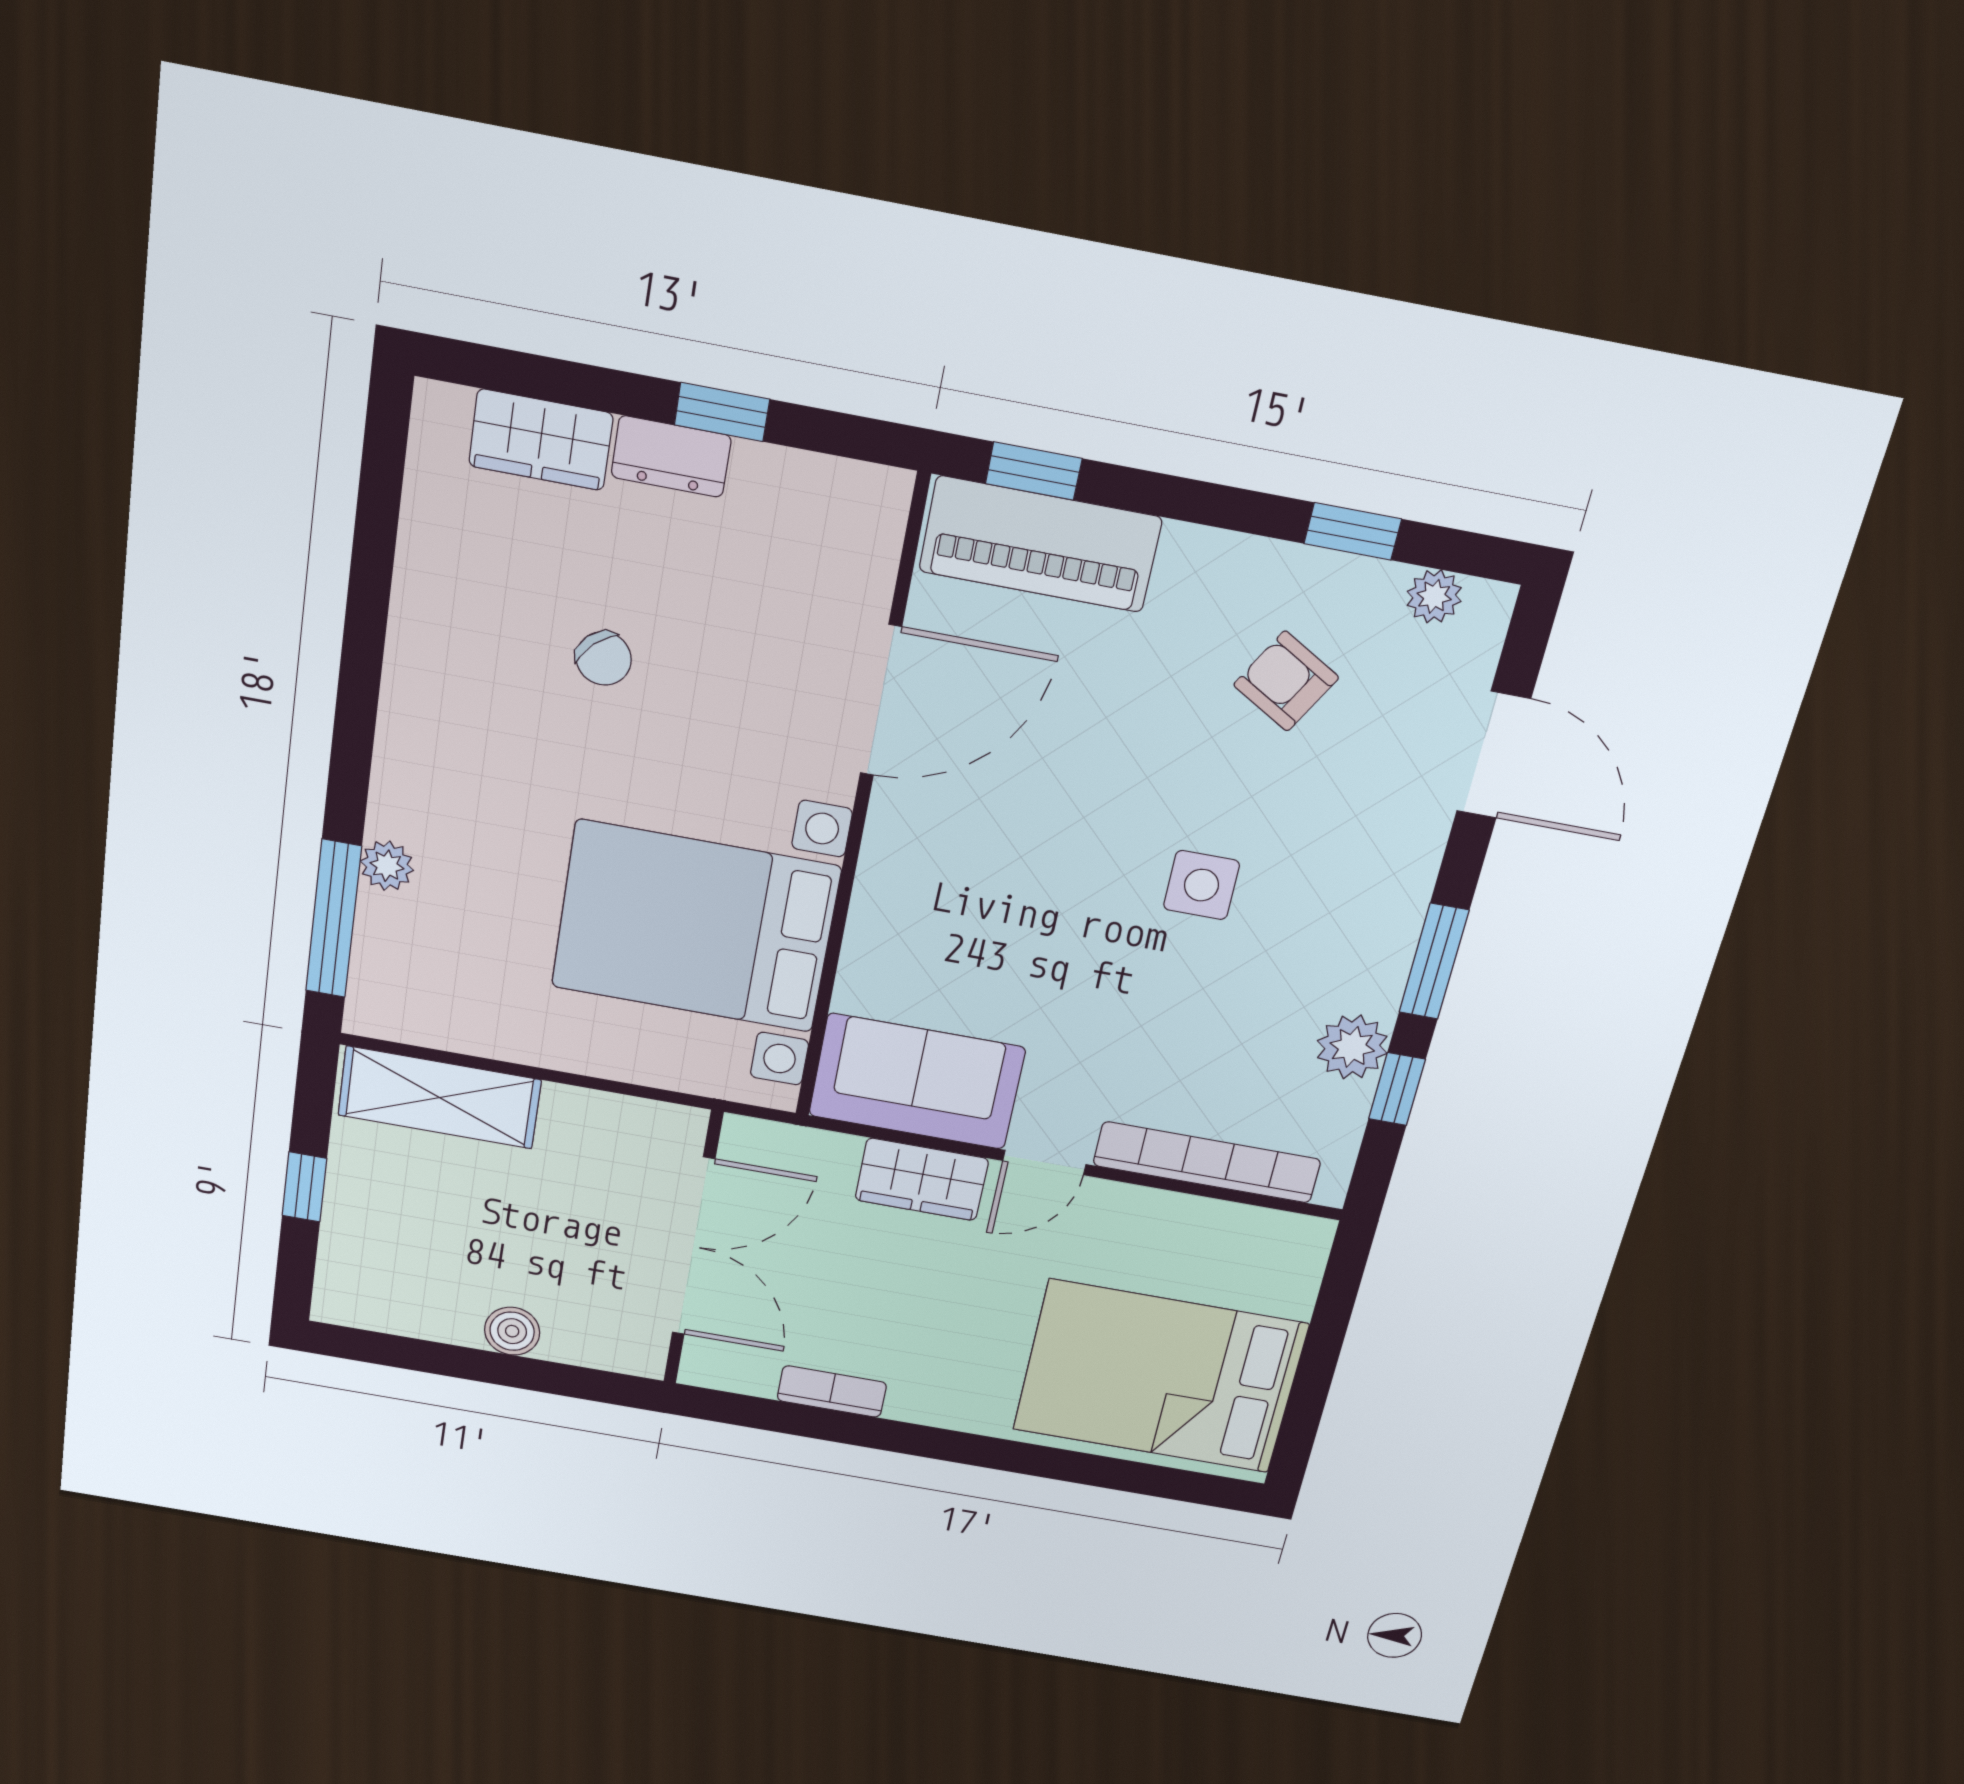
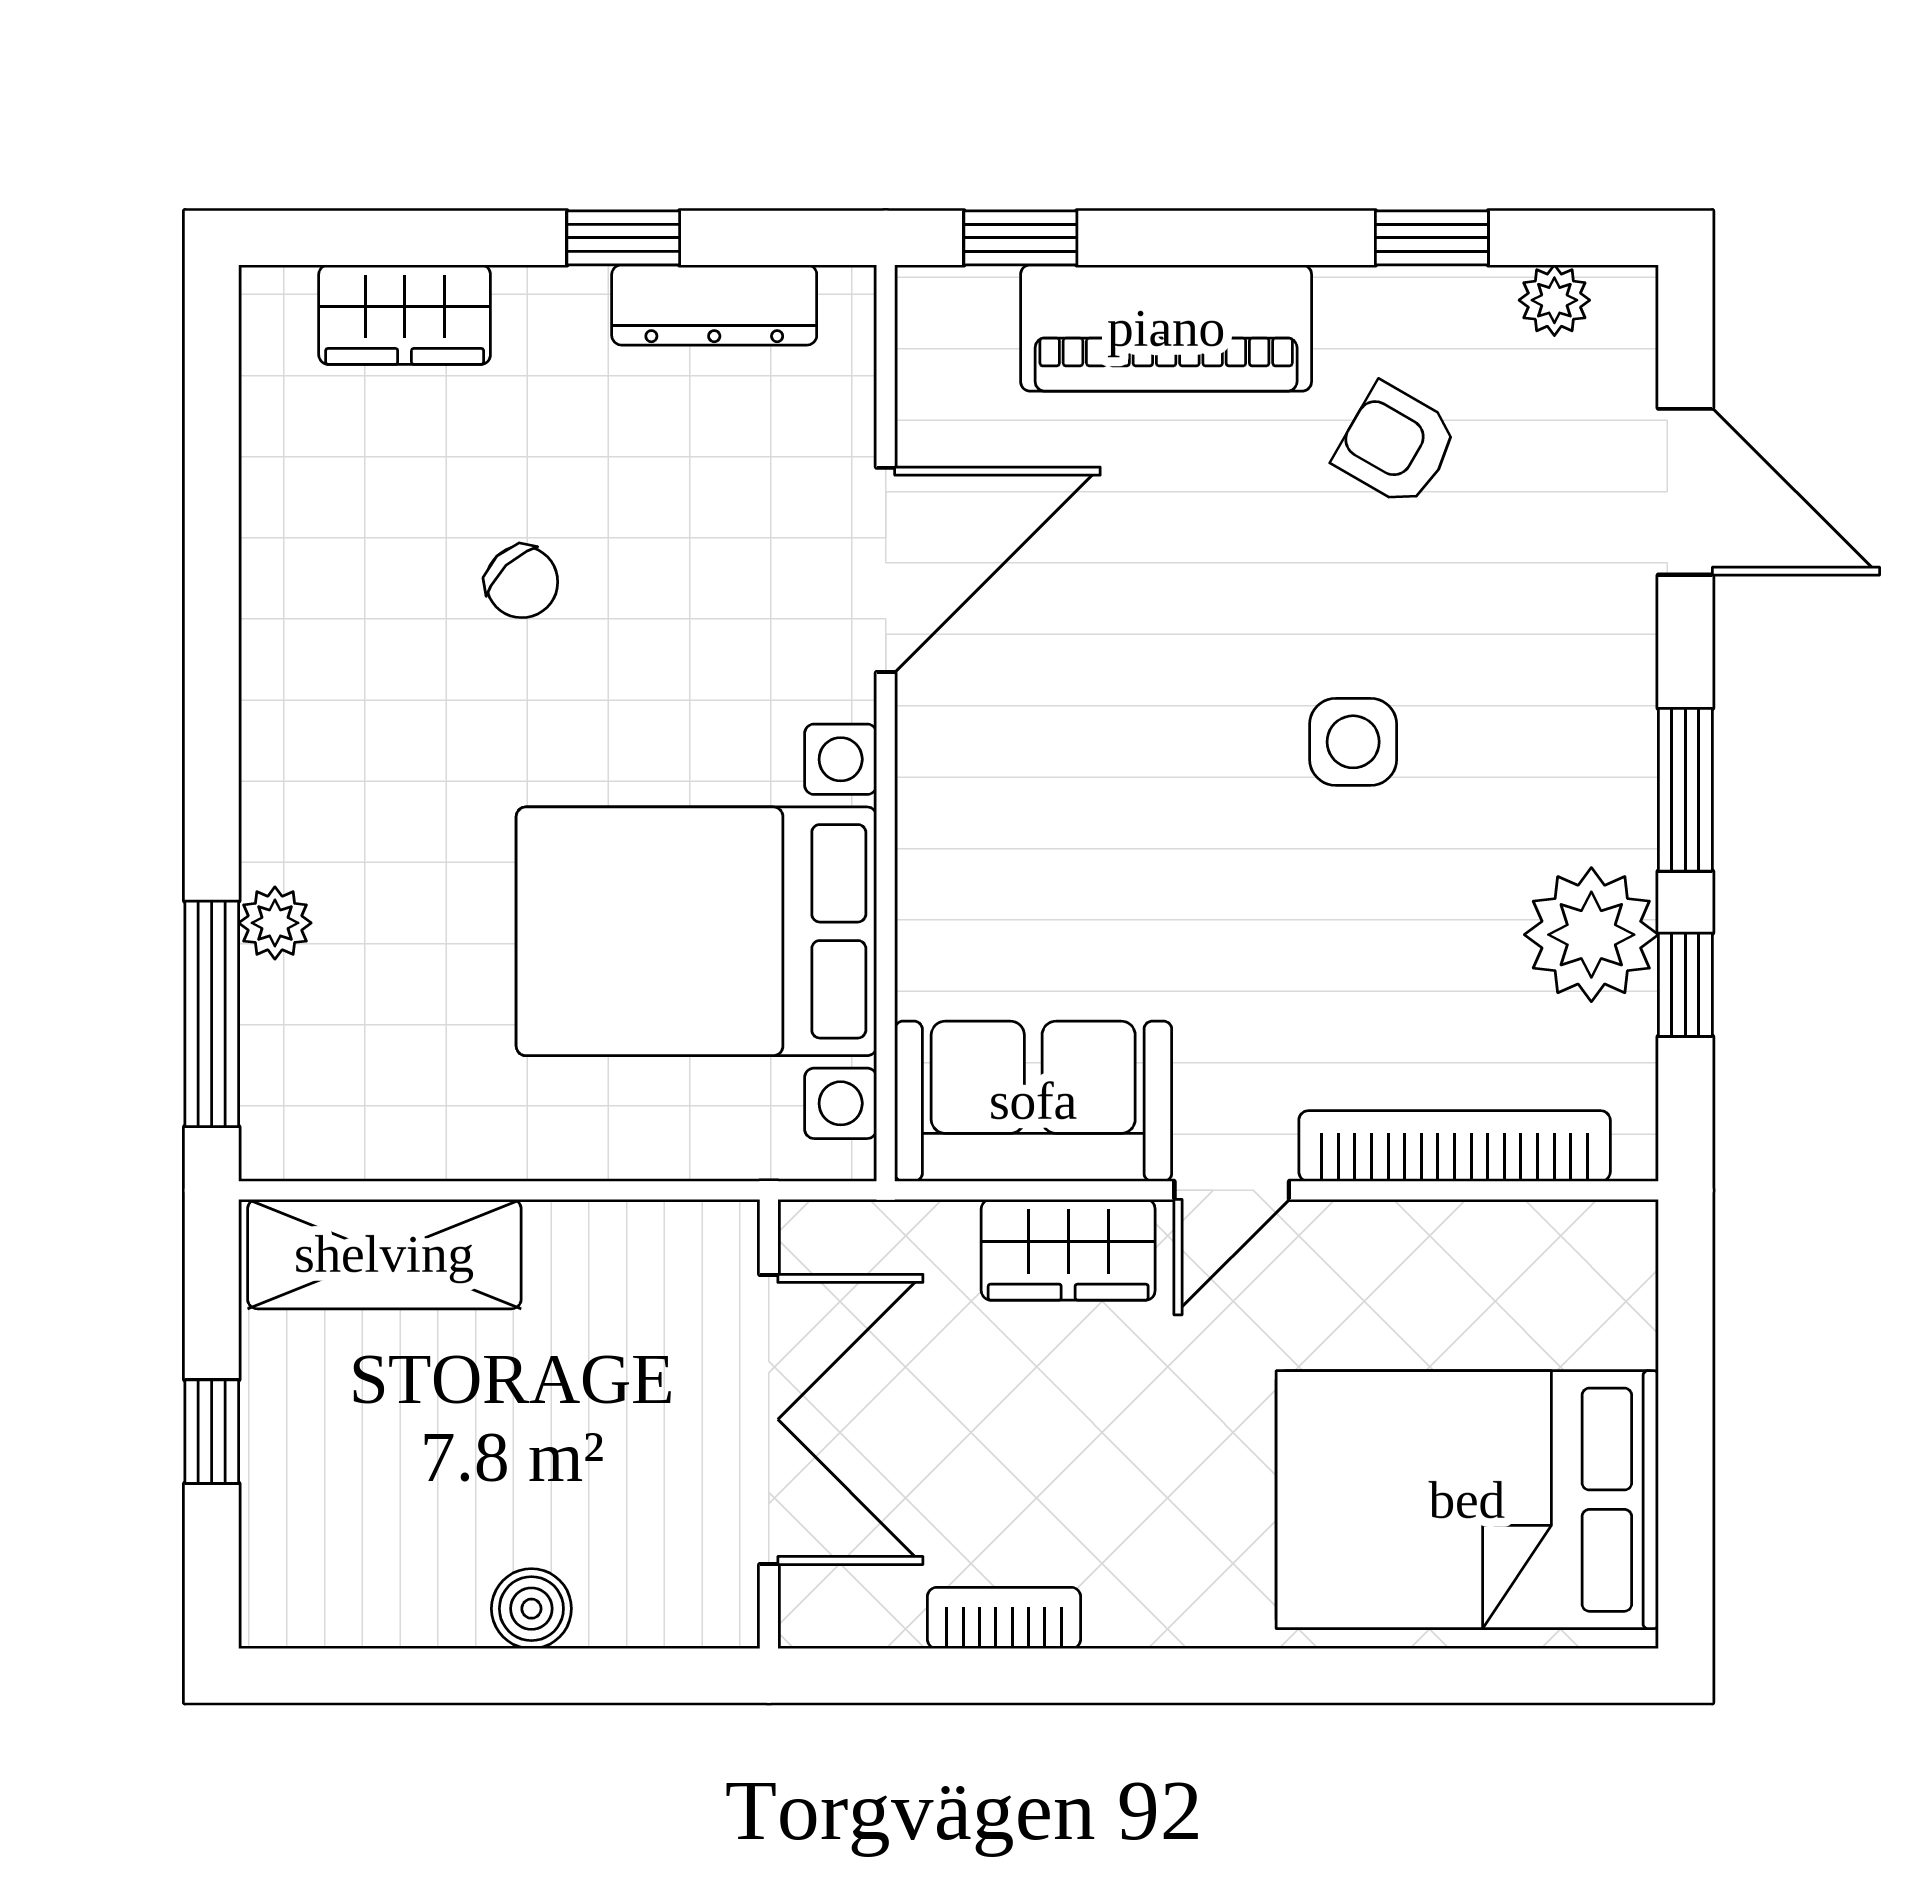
dresser: (671, 456) -> (714, 305), moved, width x1.44
piano: (1040, 544) -> (1166, 328), moved
plant: (1352, 1047) -> (1591, 935), width x1.36, depth x1.36

